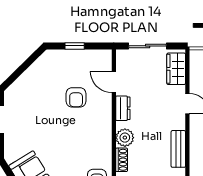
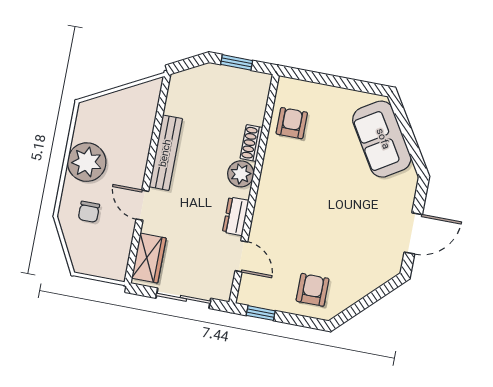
window: (75, 46) -> (261, 313), moved
armchair: (76, 97) -> (313, 290), moved
bench: (178, 149) -> (166, 153), width x1.36

